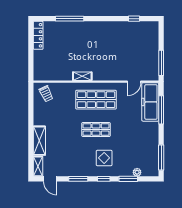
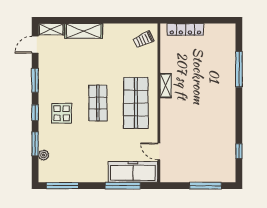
locker: (38, 35) -> (185, 29), moved
window: (161, 63) -> (205, 186), moved

